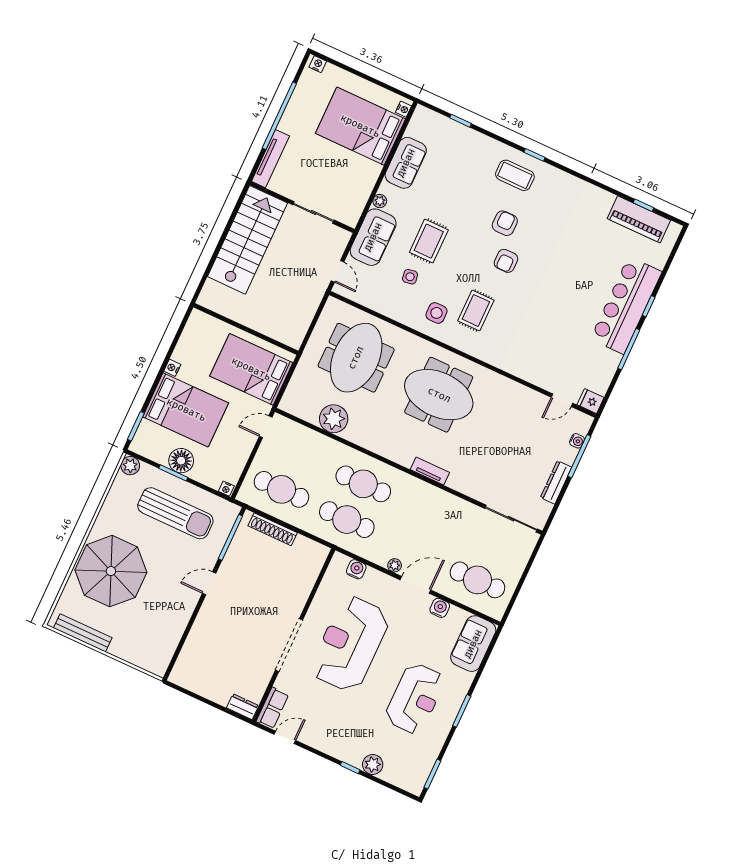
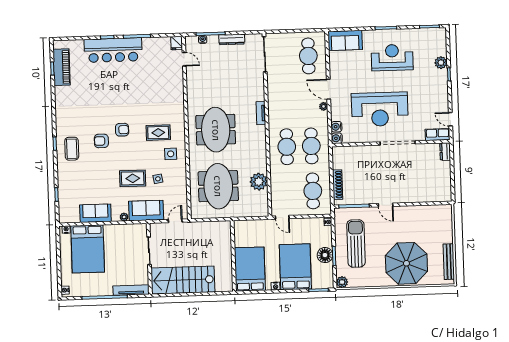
meeting table: (356, 358) -> (218, 186), turned 90
bed: (251, 369) -> (250, 269), moved, turned 180
water cooler: (440, 608) -> (337, 138), moved

